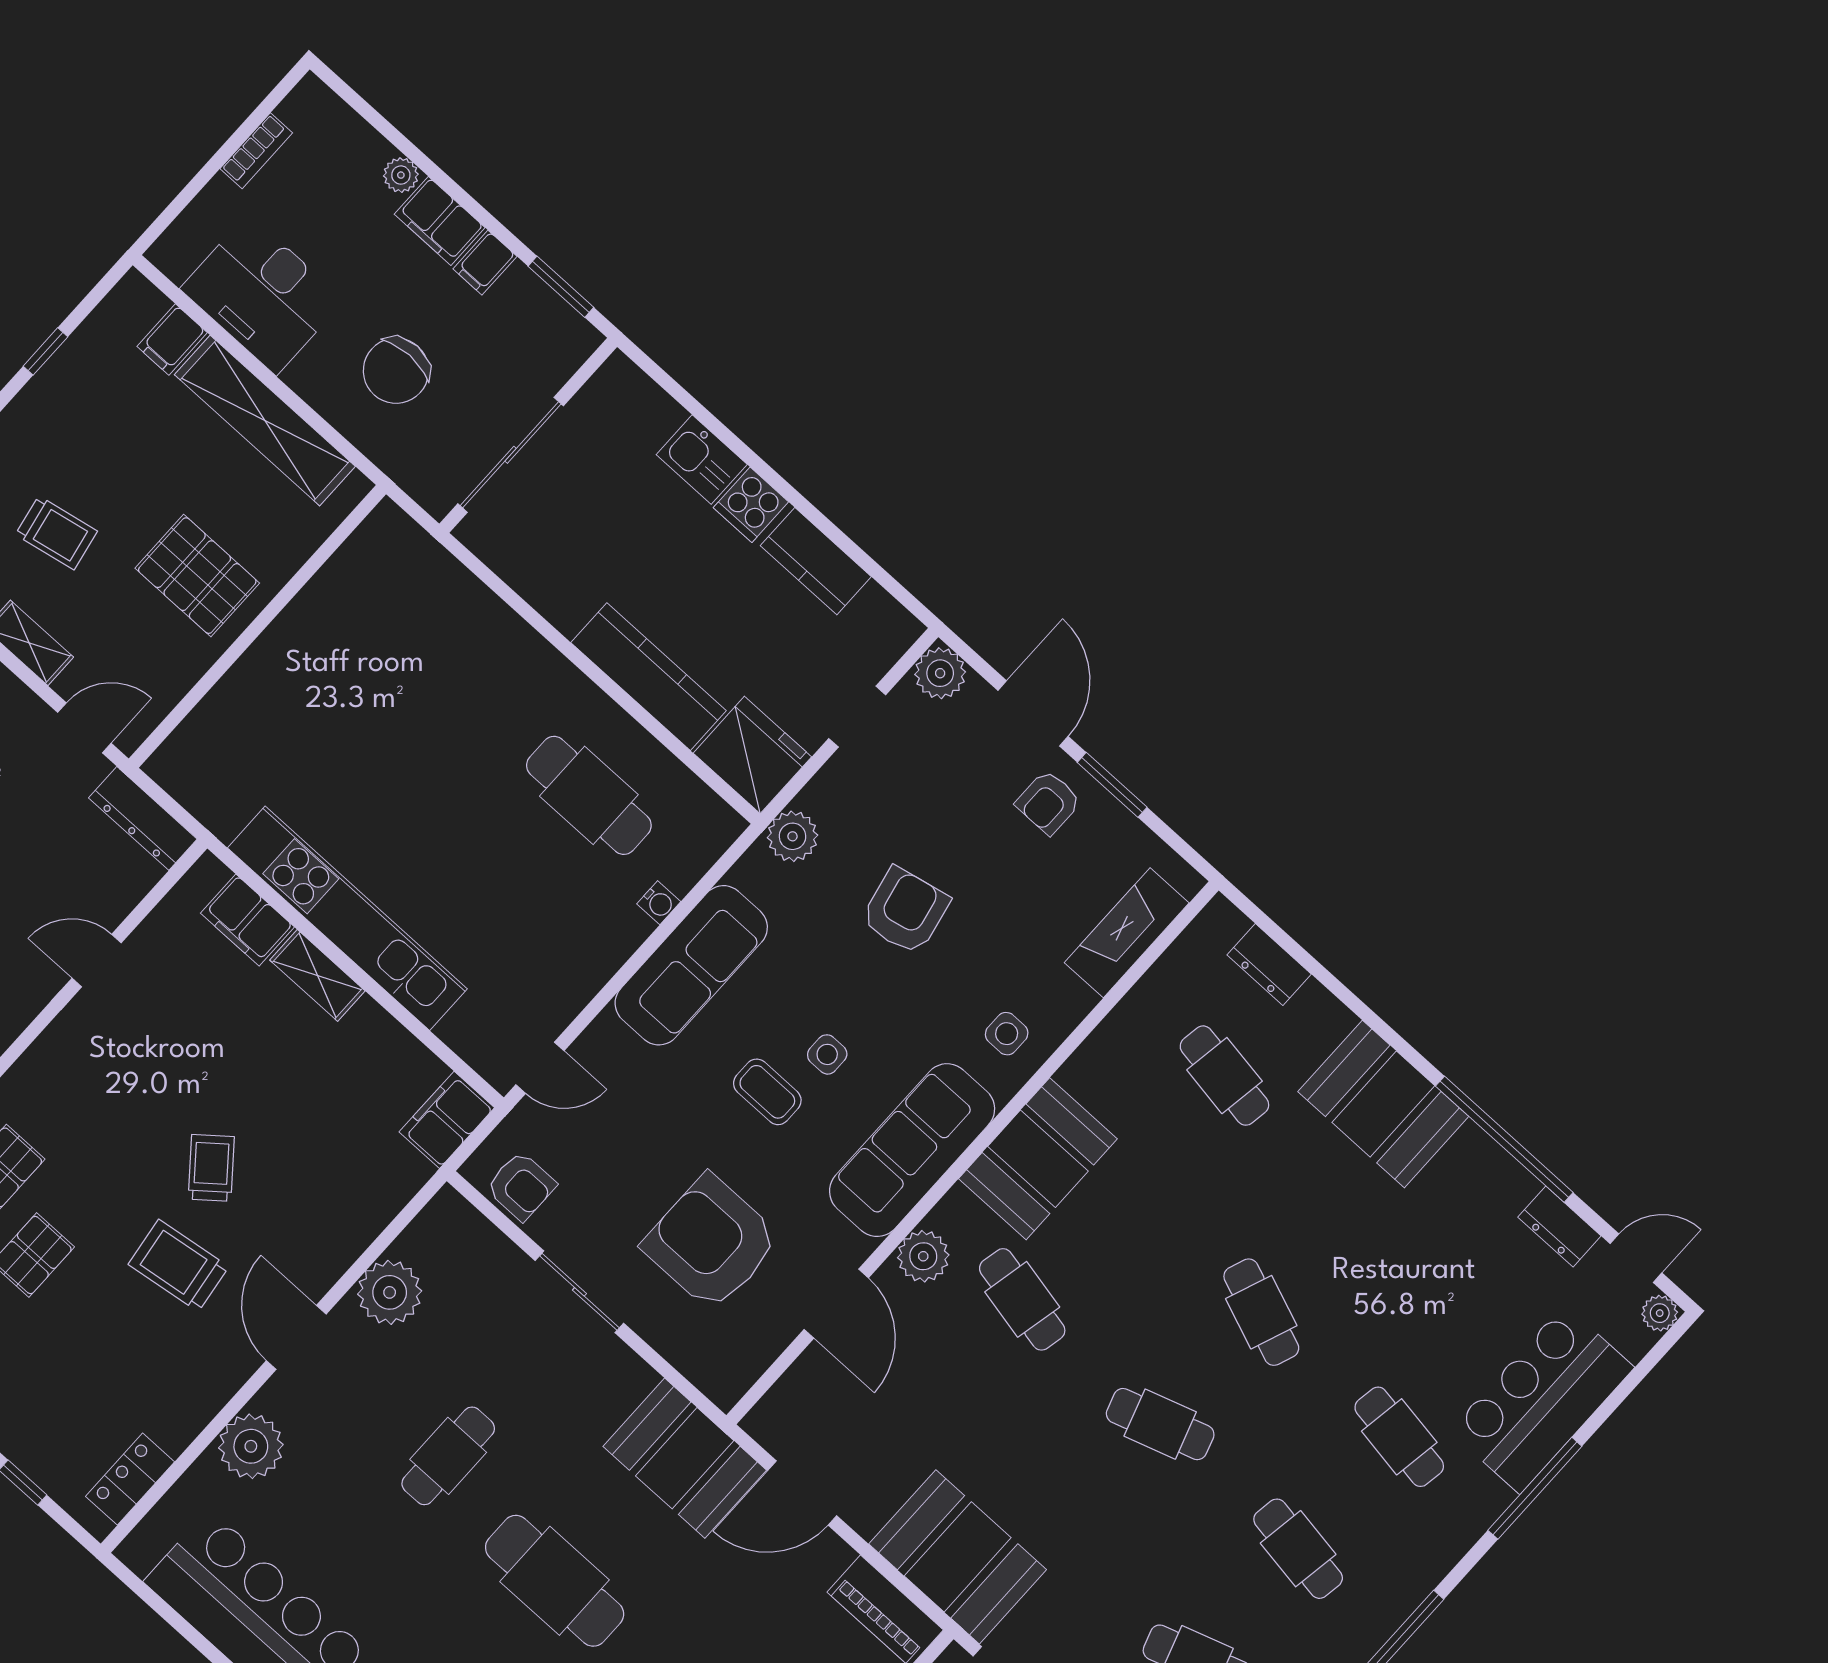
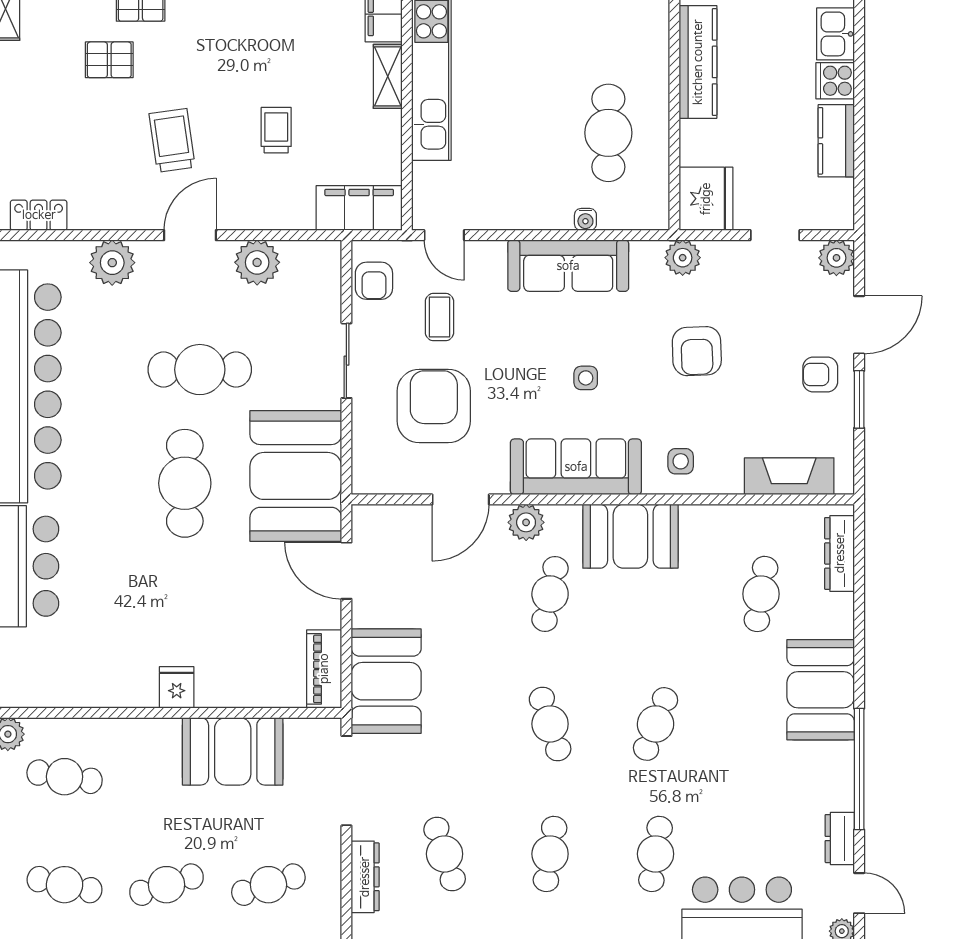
kitchen counter: (649, 677) -> (698, 62), moved
armchair: (905, 911) -> (697, 351), turned 100
dresser: (1269, 965) -> (840, 553), width x1.44
coffee table: (767, 1092) -> (439, 317), moved
filing cabinet: (447, 1120) -> (359, 208), width x1.50, depth x1.17
trolley: (211, 1168) -> (276, 130), moved, turned -51
cafe table: (448, 1456) -> (200, 370), width x1.37, depth x1.35
booth: (685, 1458) -> (296, 476), width x1.36, depth x1.42

